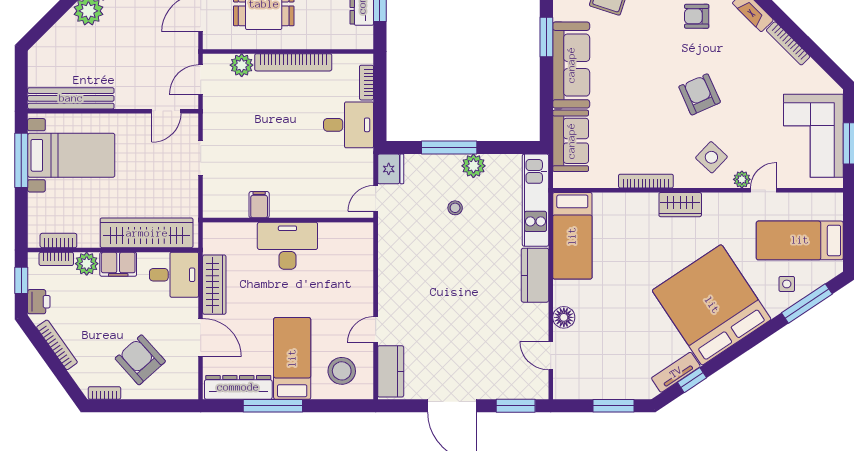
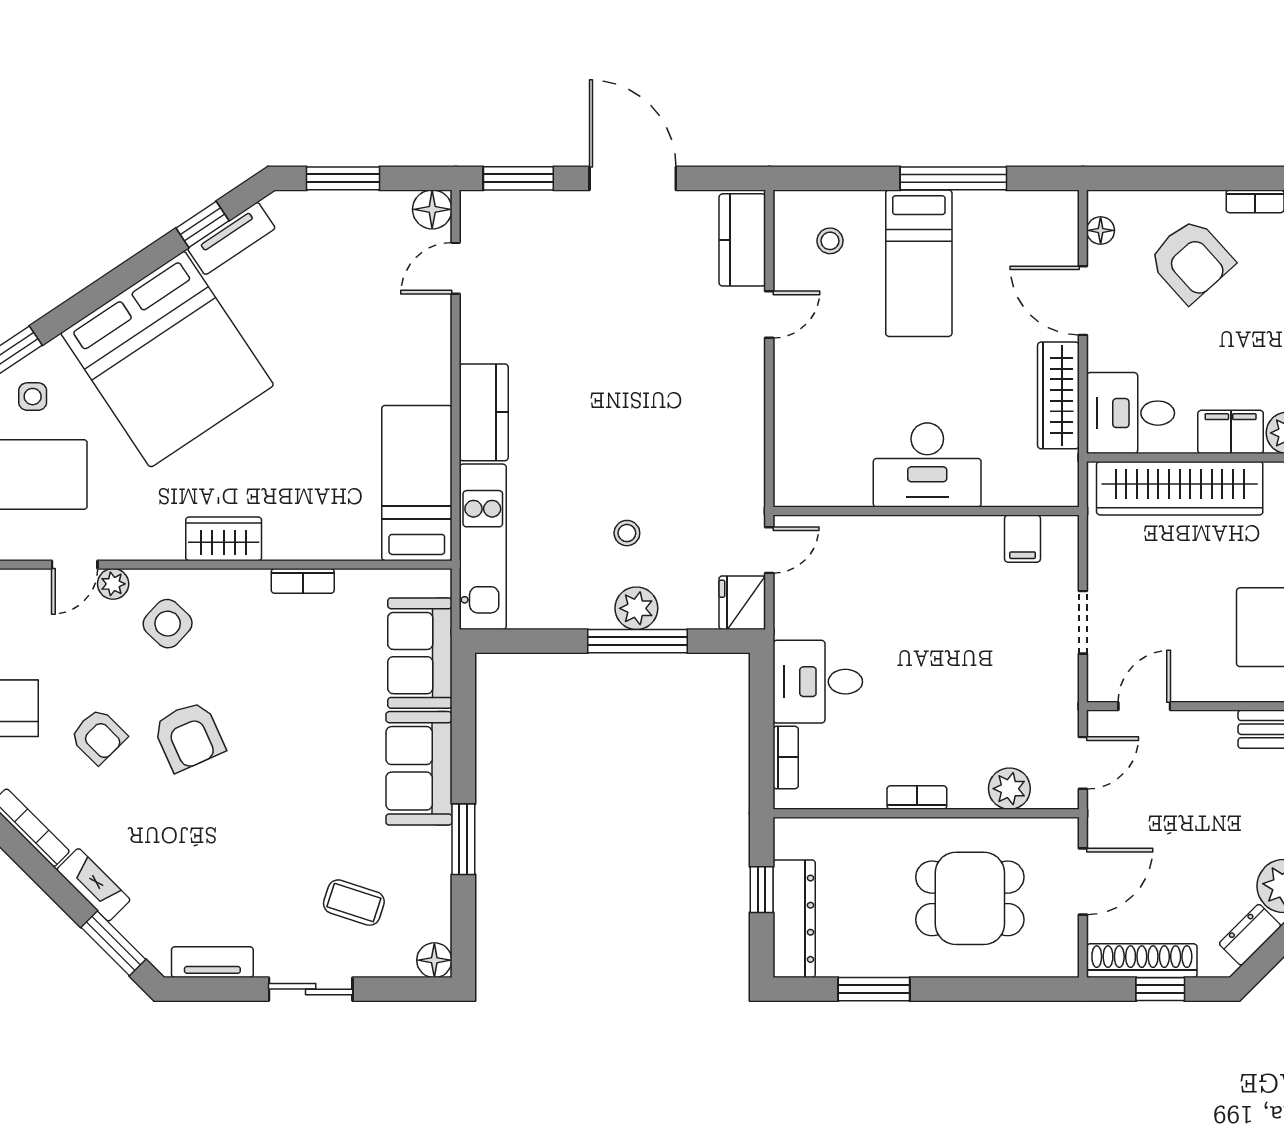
armchair: (697, 16) -> (98, 736), moved, turned 45
bookcase: (293, 62) -> (917, 797), width x0.43, depth x0.76
sofa: (571, 65) -> (419, 768), width x0.73
plant: (473, 166) -> (636, 608), moved
bookcase: (646, 181) -> (303, 581), width x0.64
filing cabinet: (259, 205) -> (1023, 539), moved
floor lamp: (564, 317) -> (432, 209), moved
door: (551, 356) -> (456, 268), swing flipped
stool: (342, 371) -> (830, 241), width x0.53, depth x0.53
floor lamp: (191, 377) -> (1101, 230), added
dresser: (238, 387) -> (1015, 211), removed

